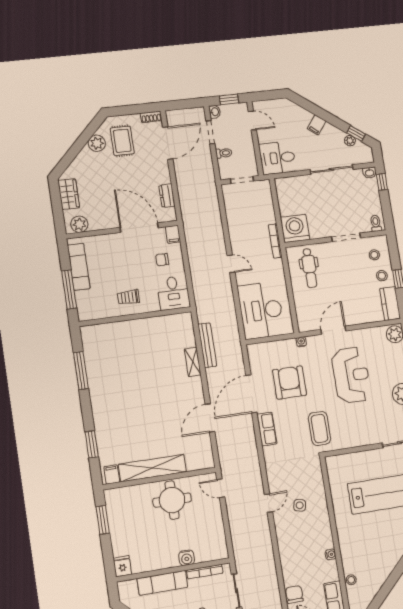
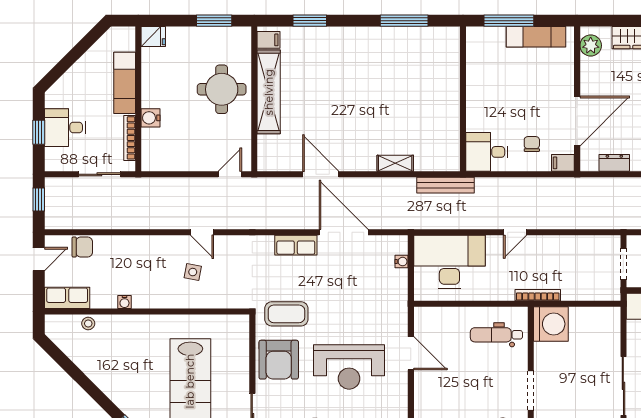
trolley: (128, 297) -> (489, 94), removed
water cooler: (301, 342) -> (402, 262), moved
bench: (207, 345) -> (445, 185), moved
armchair: (290, 383) -> (279, 360), moved, turned 90
round table: (172, 500) -> (222, 89), moved

